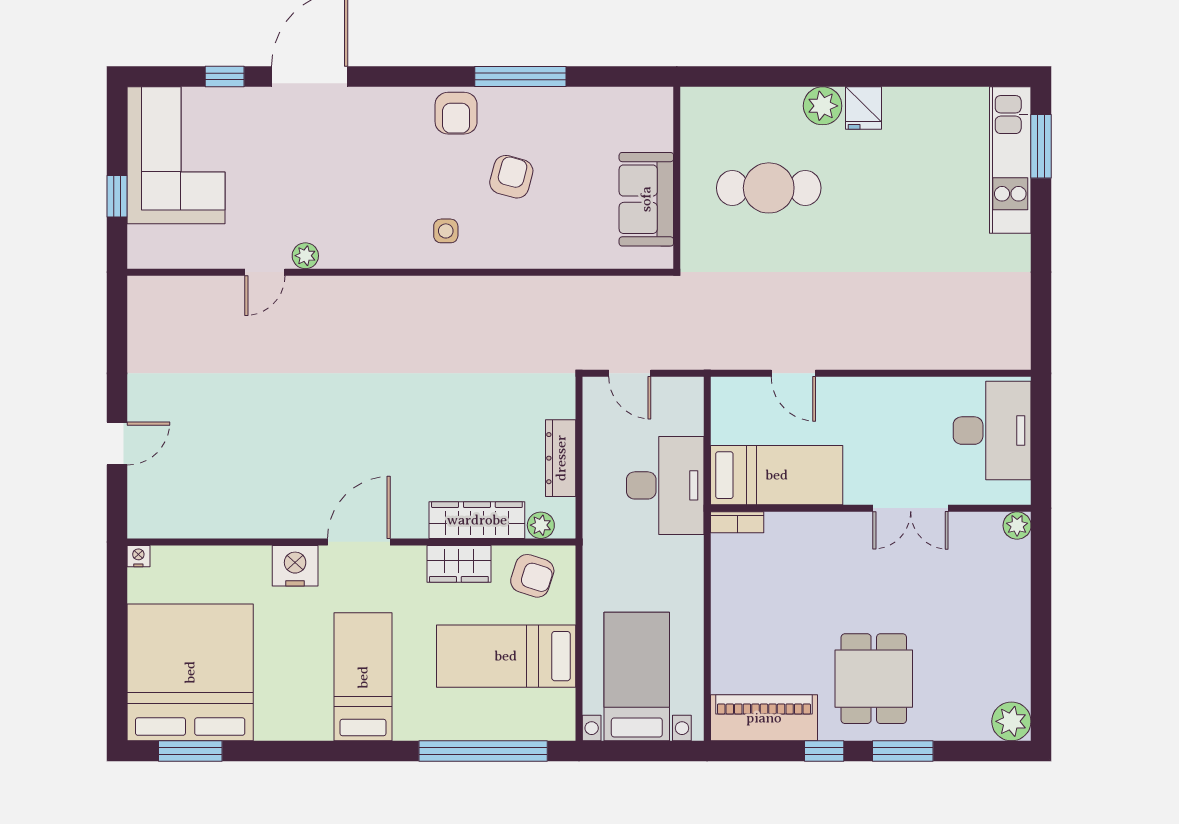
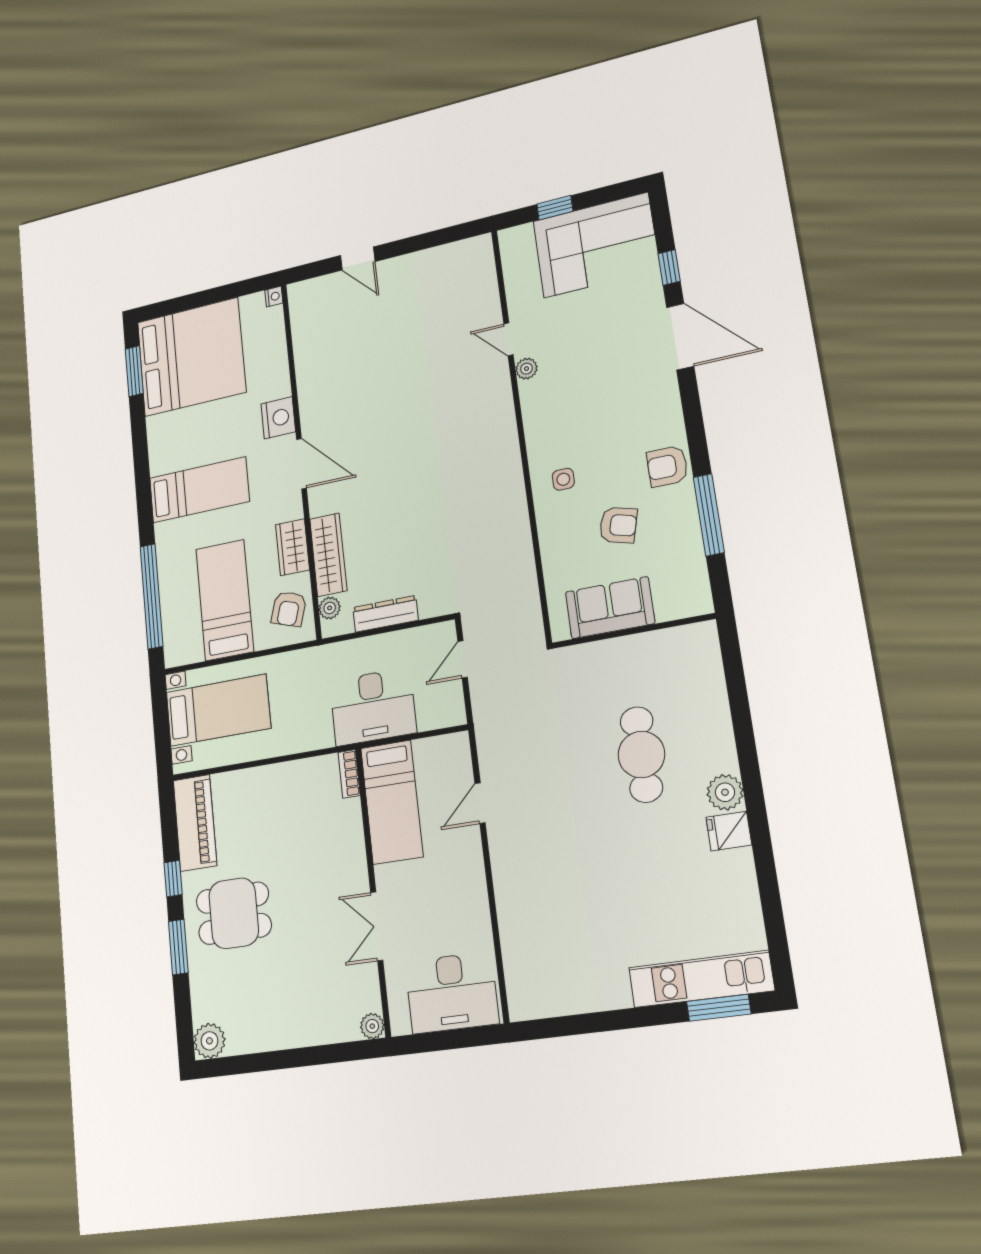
wall: (677, 178) -> (633, 631), moved
sofa: (646, 199) -> (610, 608), moved

